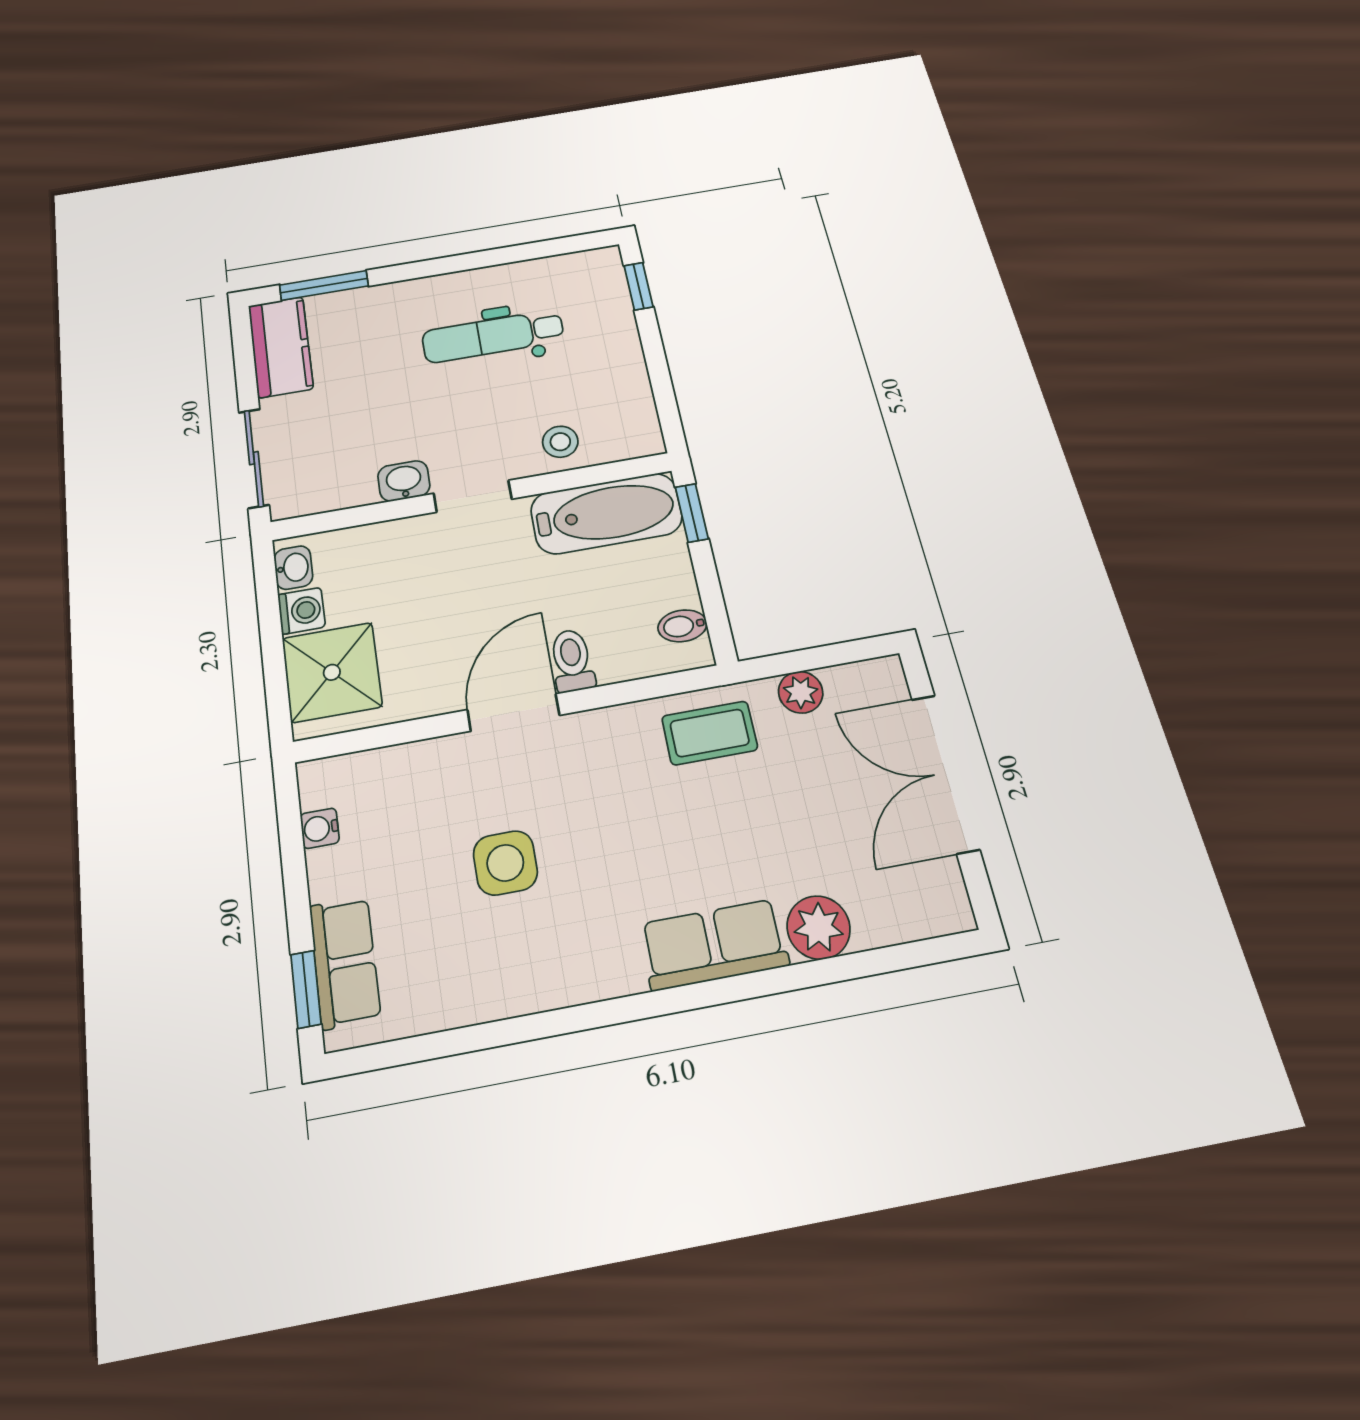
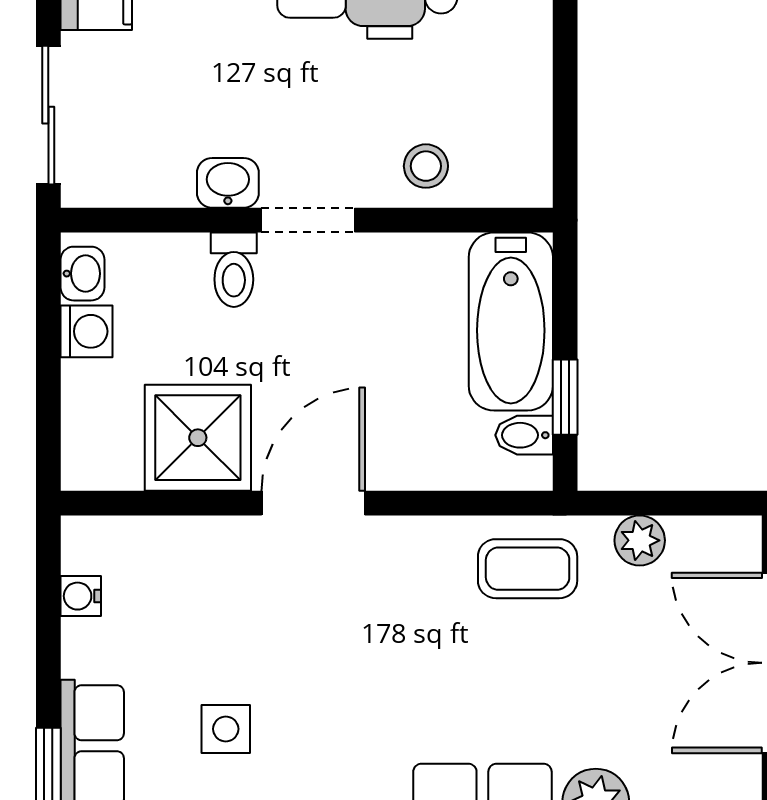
bathtub: (606, 513) -> (511, 322), moved, turned 90
window: (692, 513) -> (565, 397), moved
toilet: (572, 661) -> (234, 270), moved, turned 180
shower: (332, 672) -> (198, 438), moved
side table: (505, 863) -> (226, 729), moved, width x0.73, depth x0.73

